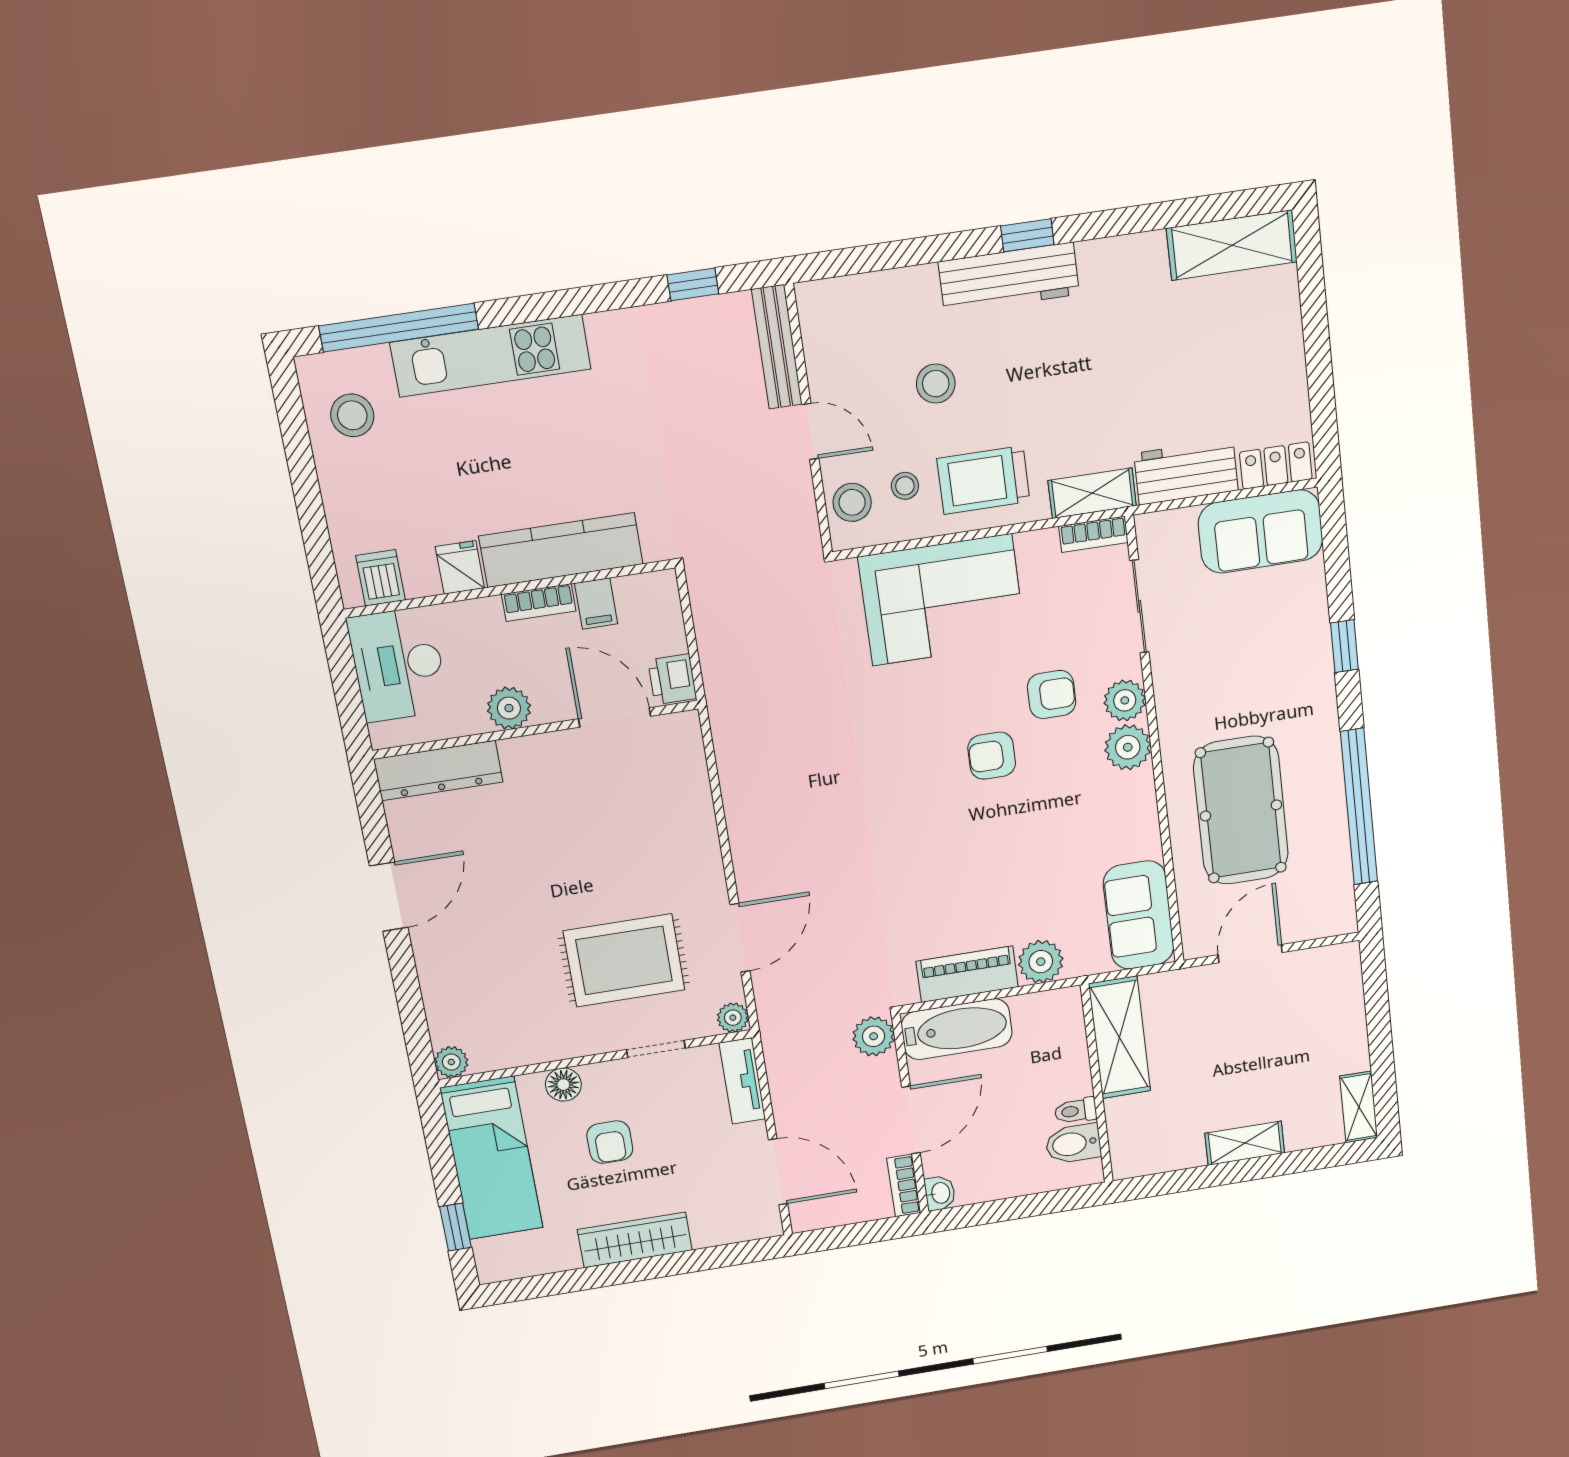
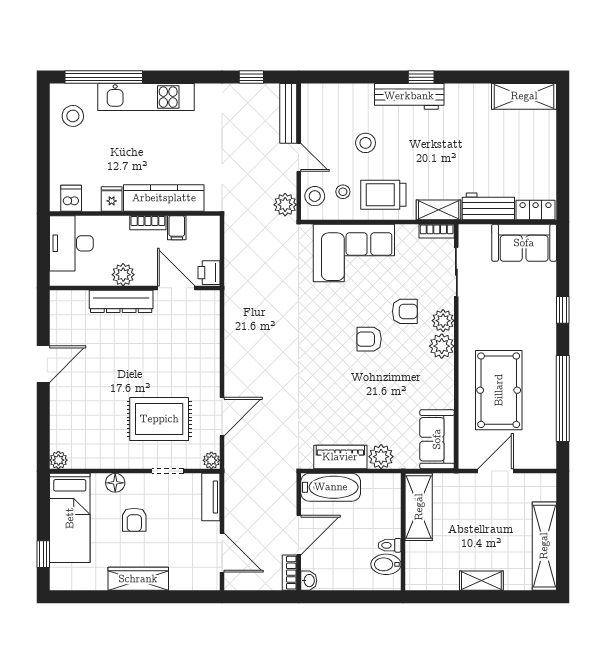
dresser: (438, 770) -> (121, 301), moved
plant: (874, 1036) -> (285, 205), moved
shelving: (1359, 1107) -> (544, 546), width x2.20, depth x1.33

